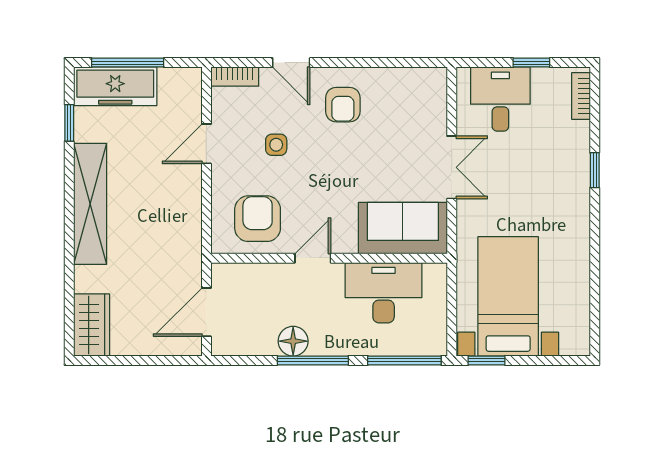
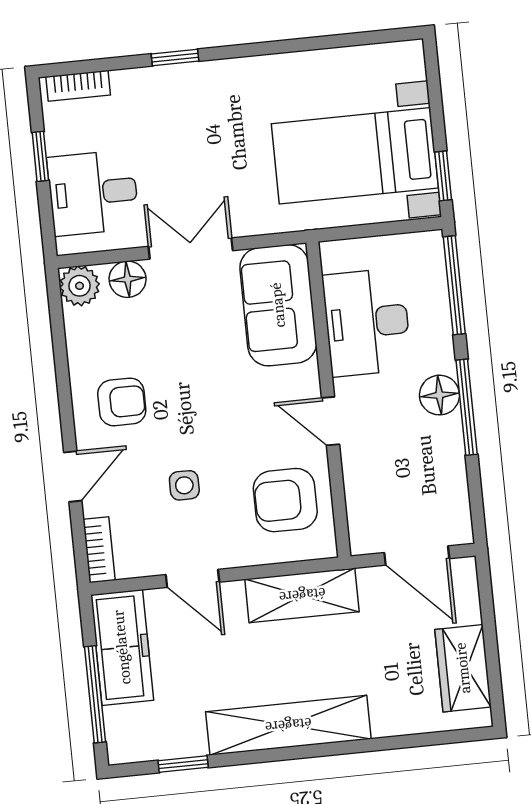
plant: (432, 82) -> (80, 286), added
freezer: (115, 86) -> (122, 647), moved
floor lamp: (434, 118) -> (128, 279), added
shelving: (186, 224) -> (302, 595), added
wardrobe: (92, 325) -> (463, 668), moved, turned -90
floor lamp: (293, 341) -> (439, 395), moved

